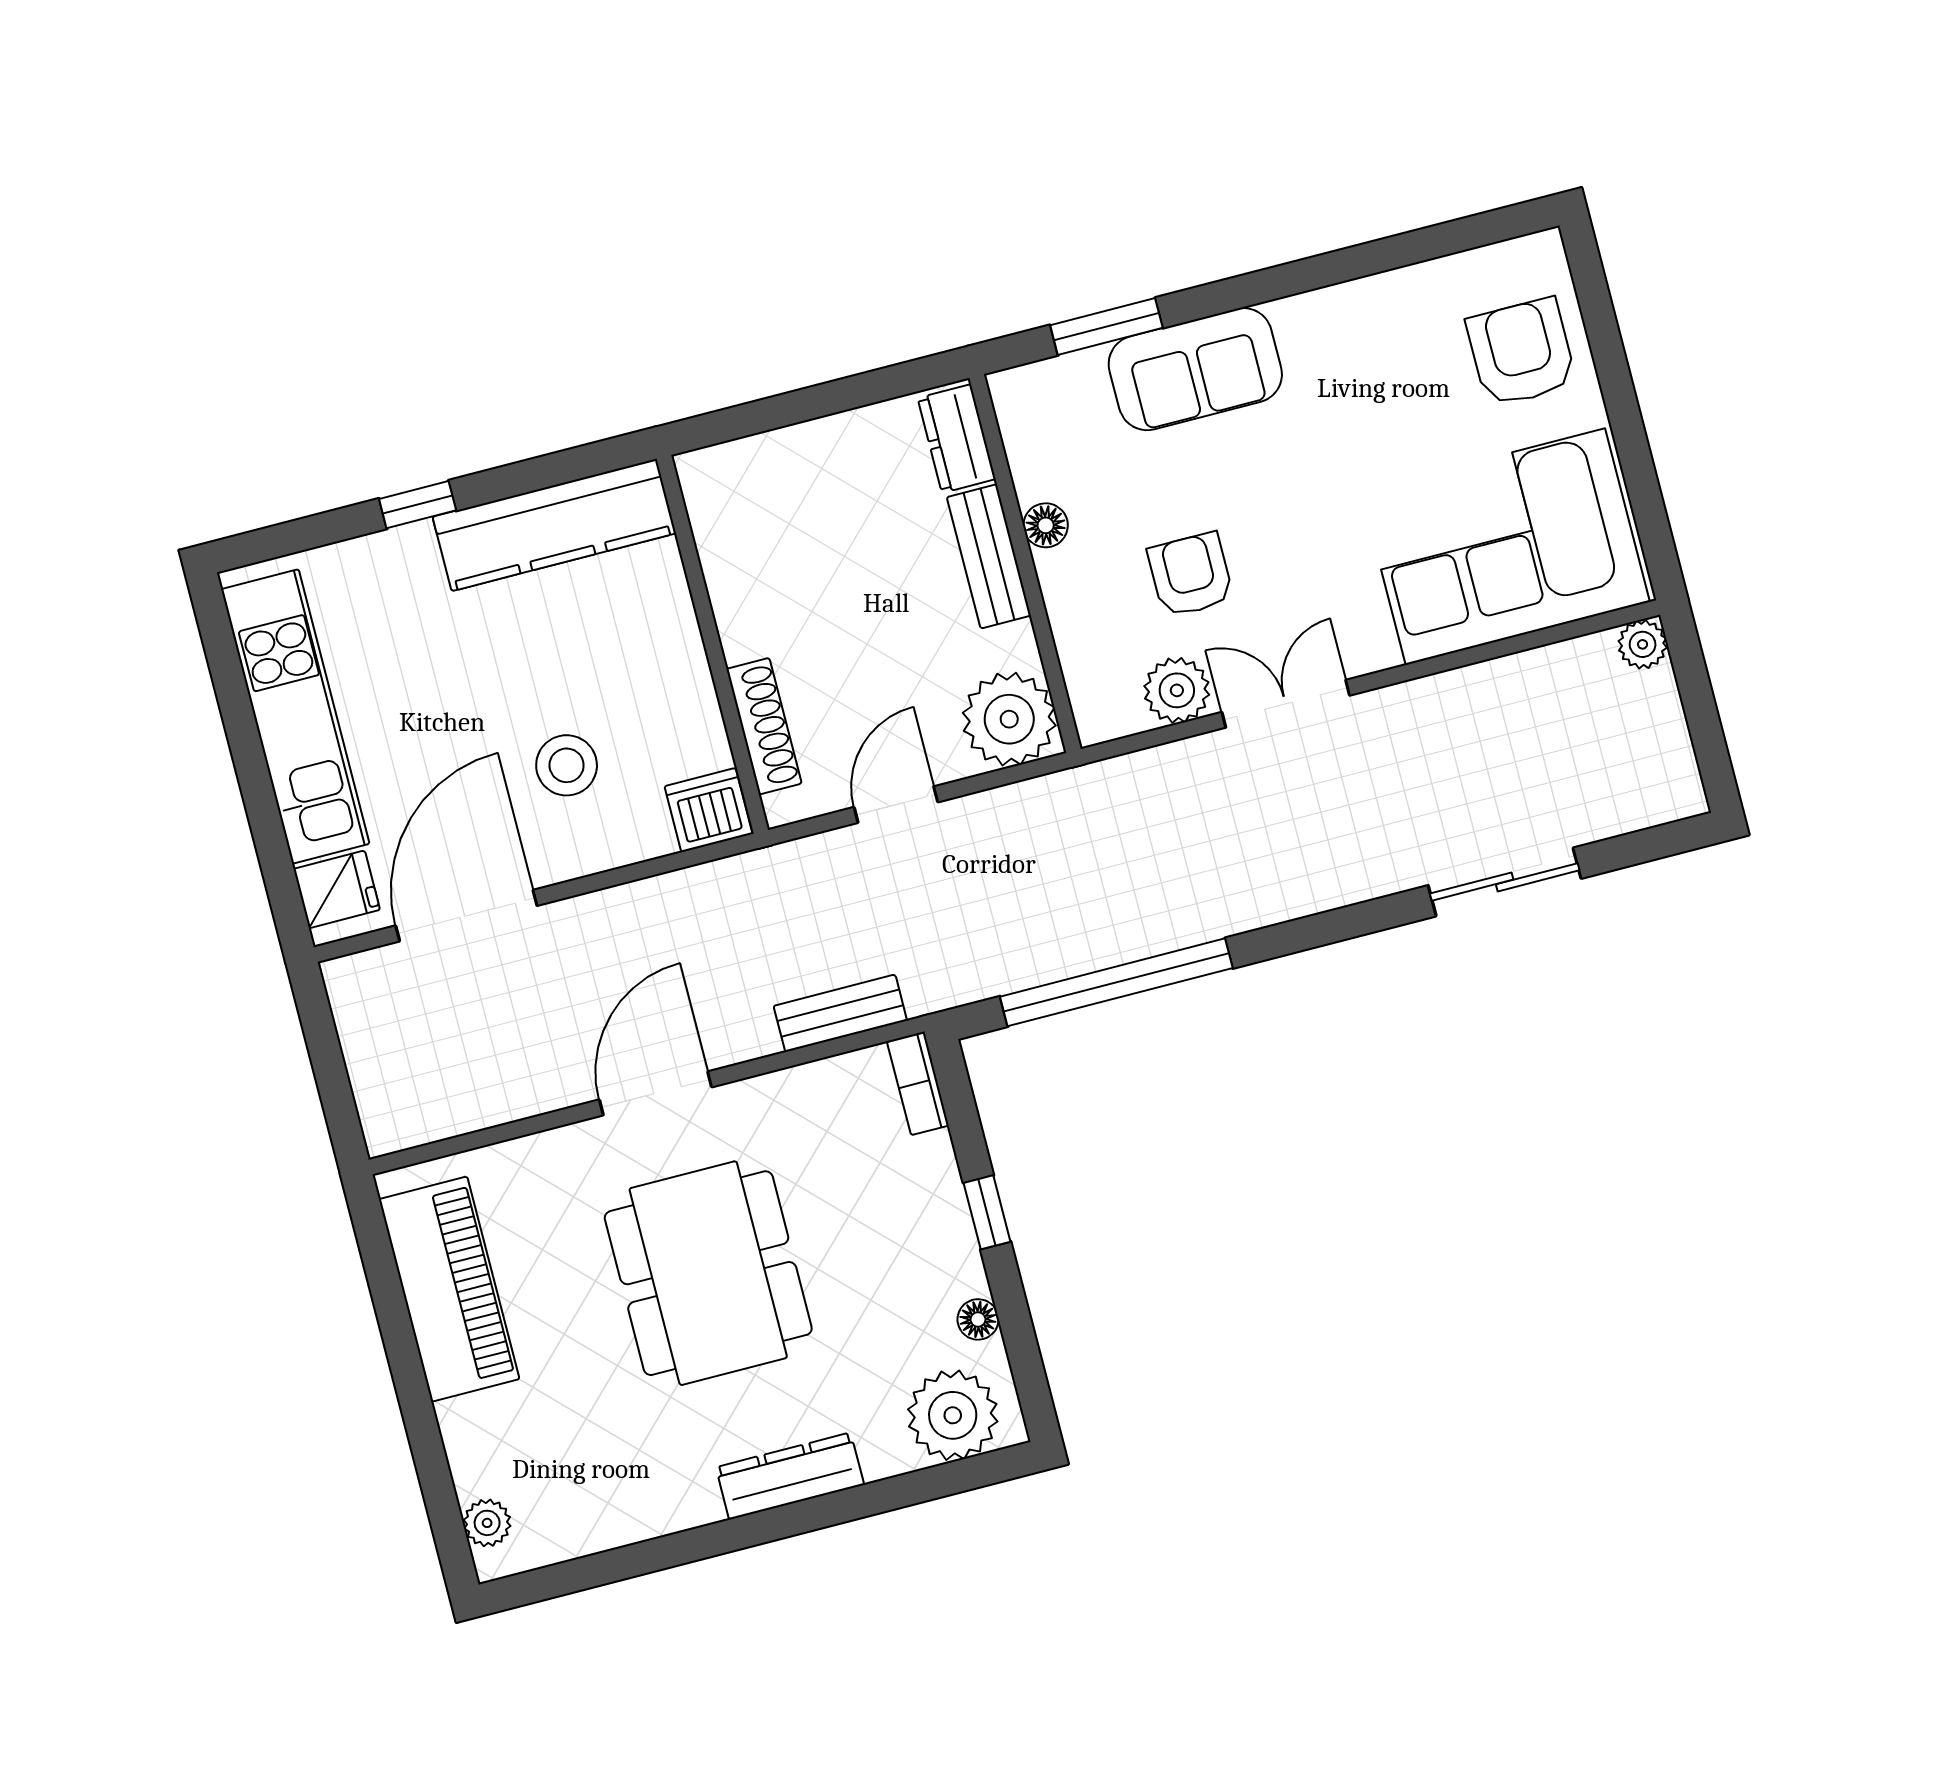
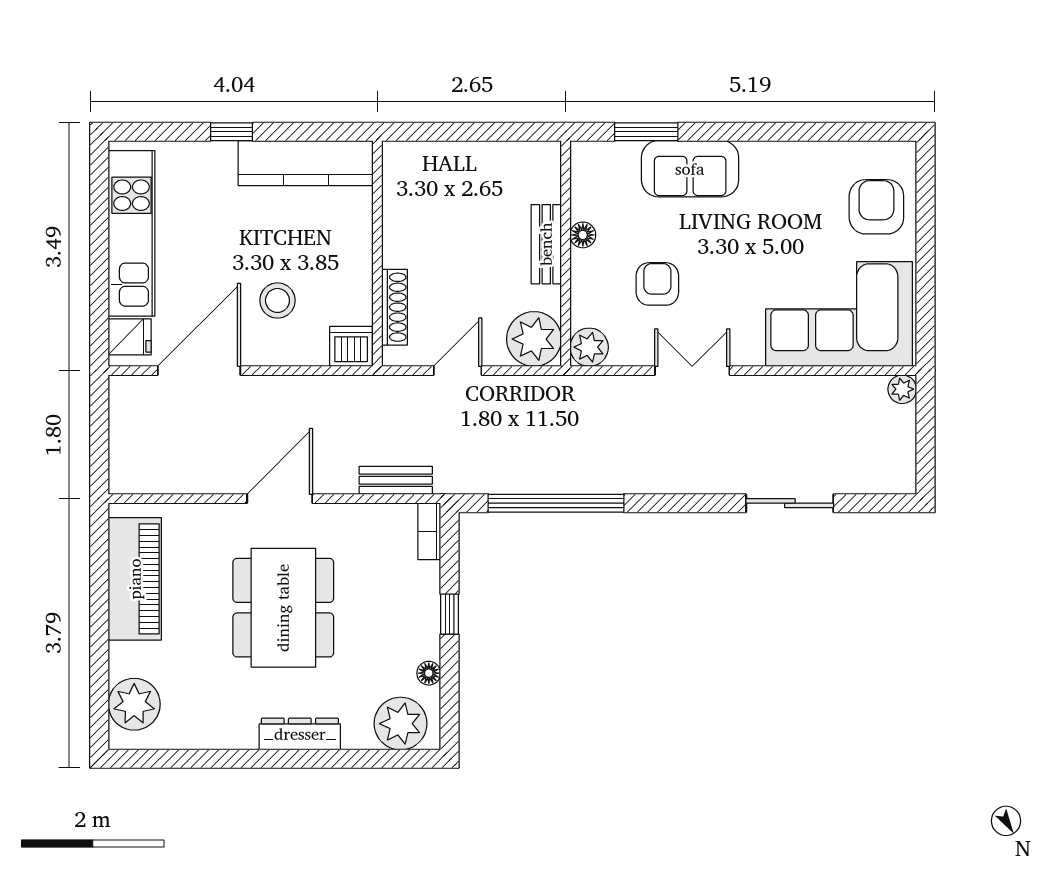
dresser: (957, 439) -> (545, 173), removed
plant: (1177, 690) -> (589, 347), moved
plant: (487, 1523) -> (134, 704), width x1.87, depth x1.87

